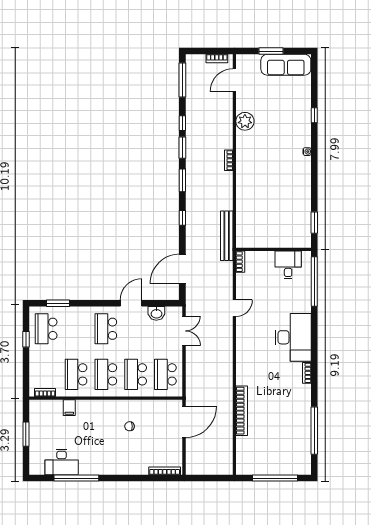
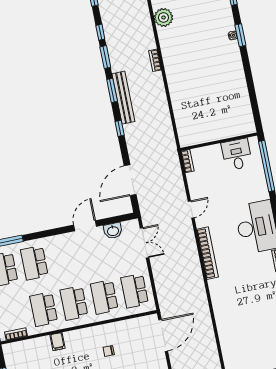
window: (314, 223) -> (240, 35), moved
bench: (227, 236) -> (123, 98), moved
school desk: (106, 329) -> (34, 263), moved
filing cabinet: (69, 408) -> (58, 342), moved
bookcase: (242, 411) -> (207, 253), moved

